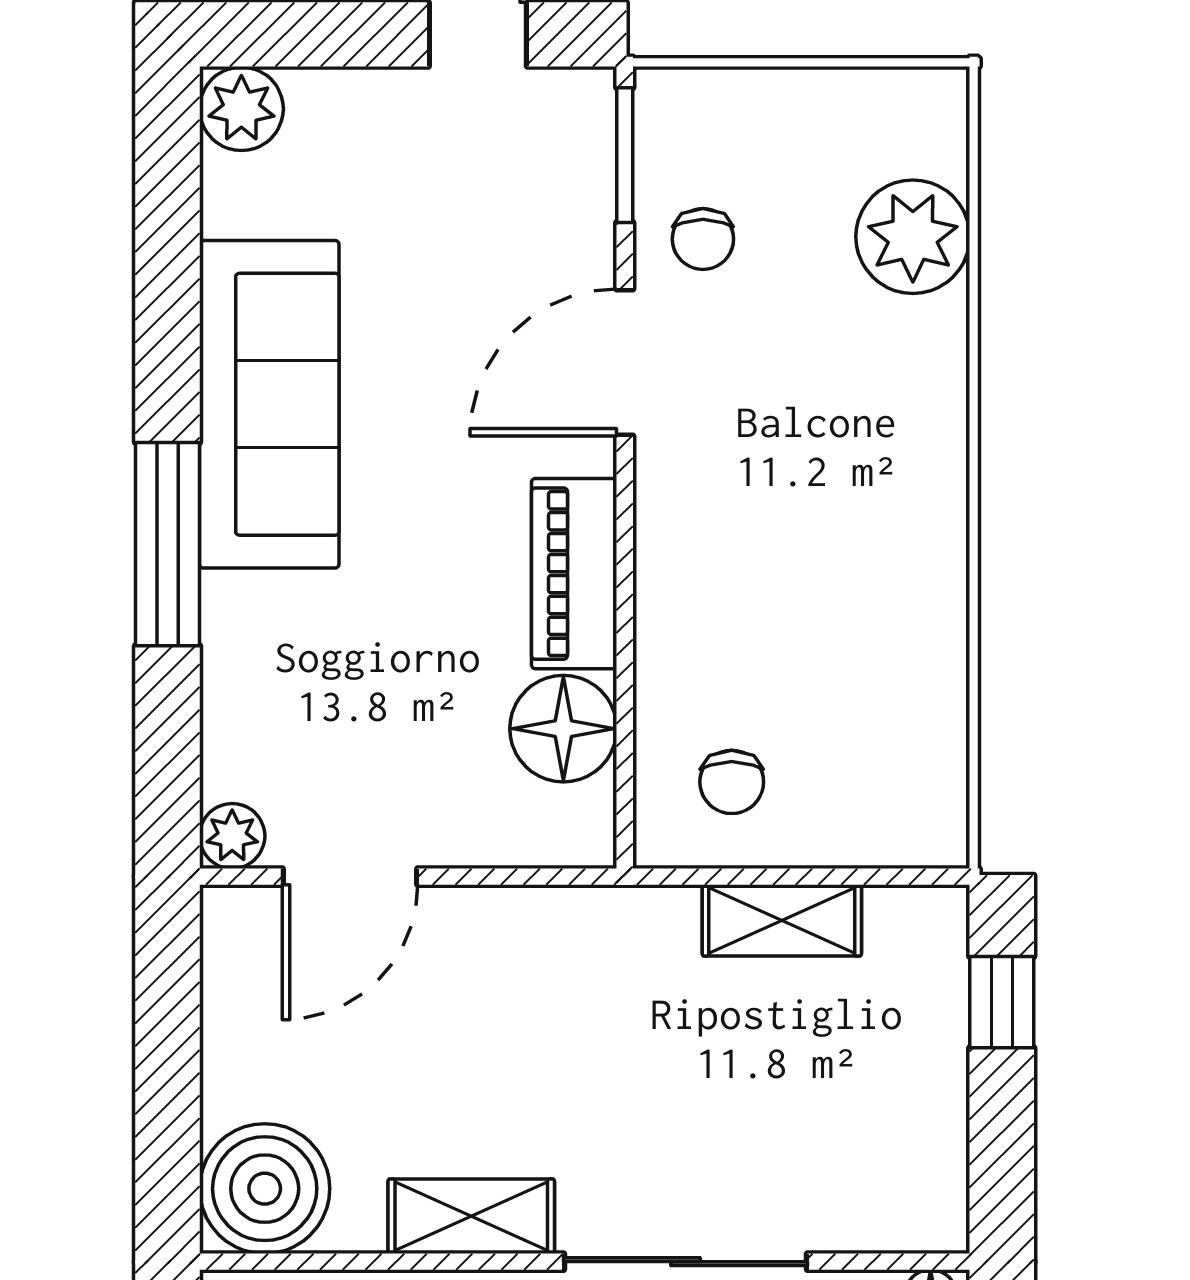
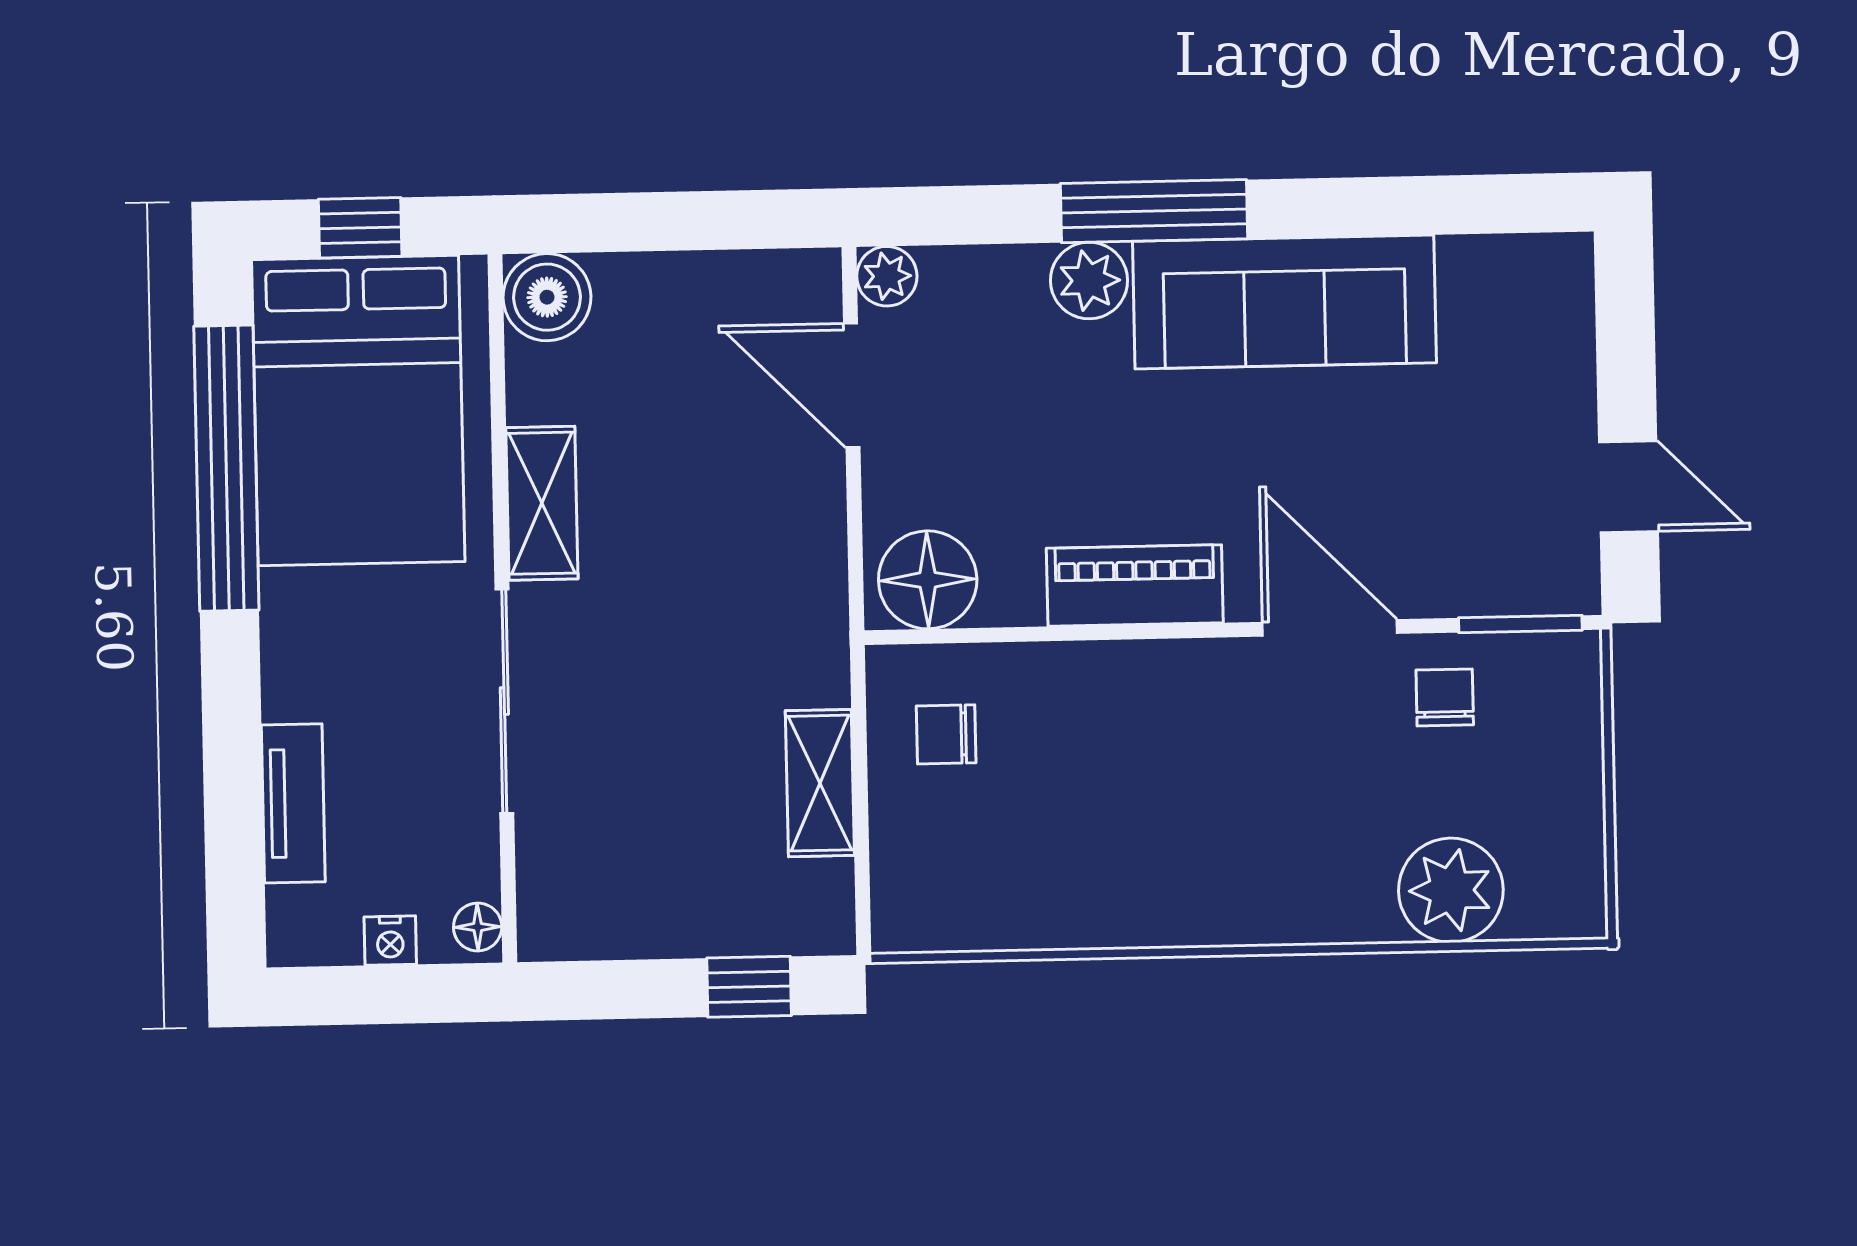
plant: (241, 109) -> (1089, 280), moved
chair: (703, 239) -> (1445, 697), turned 90
floor lamp: (563, 729) -> (928, 580), moved
boiler: (265, 1189) -> (547, 297), width x0.73, depth x0.73

